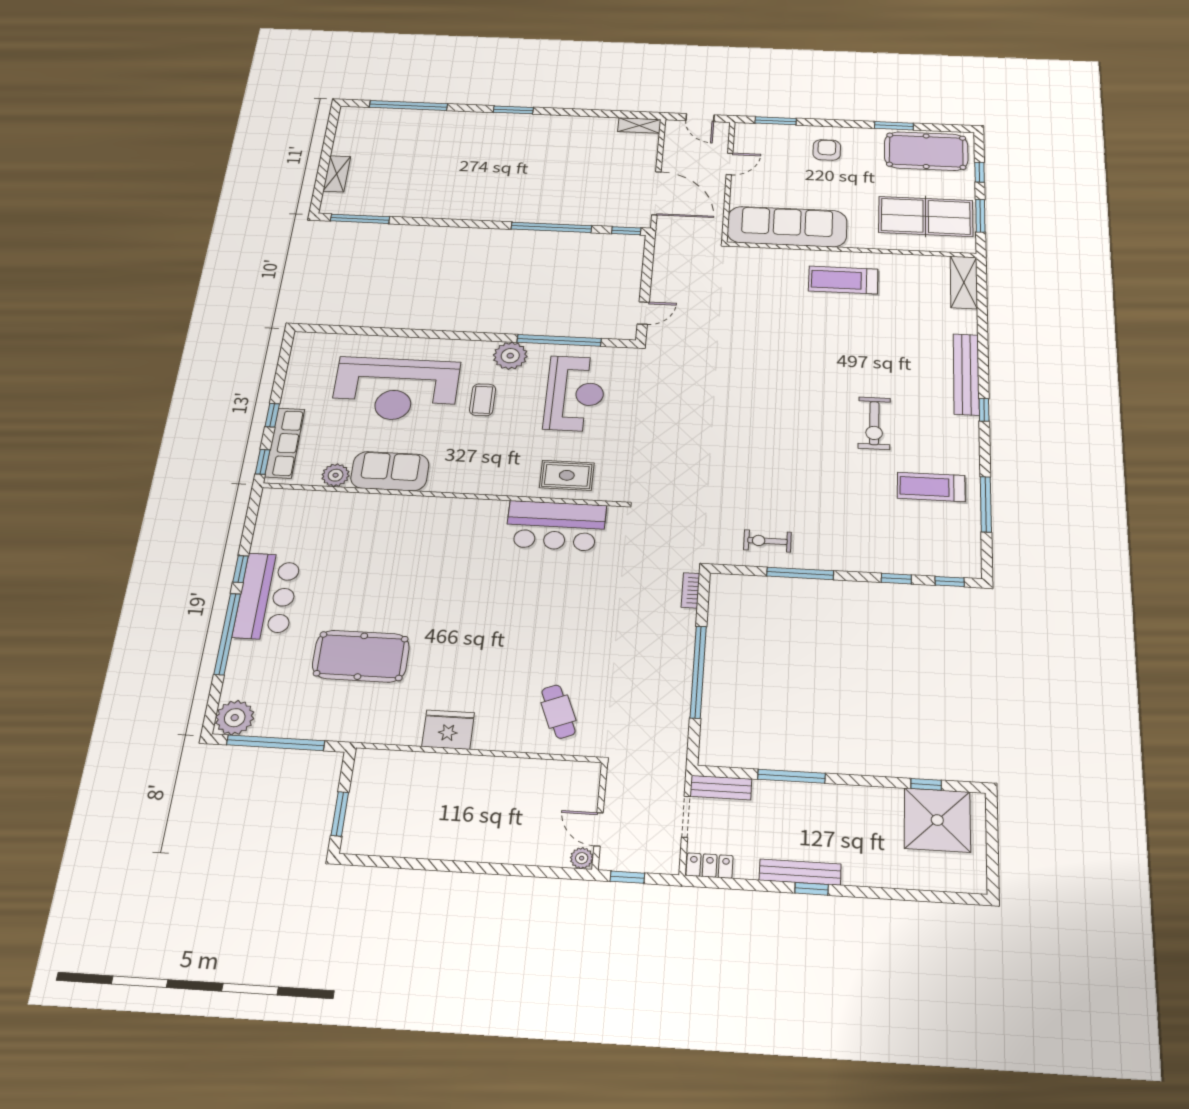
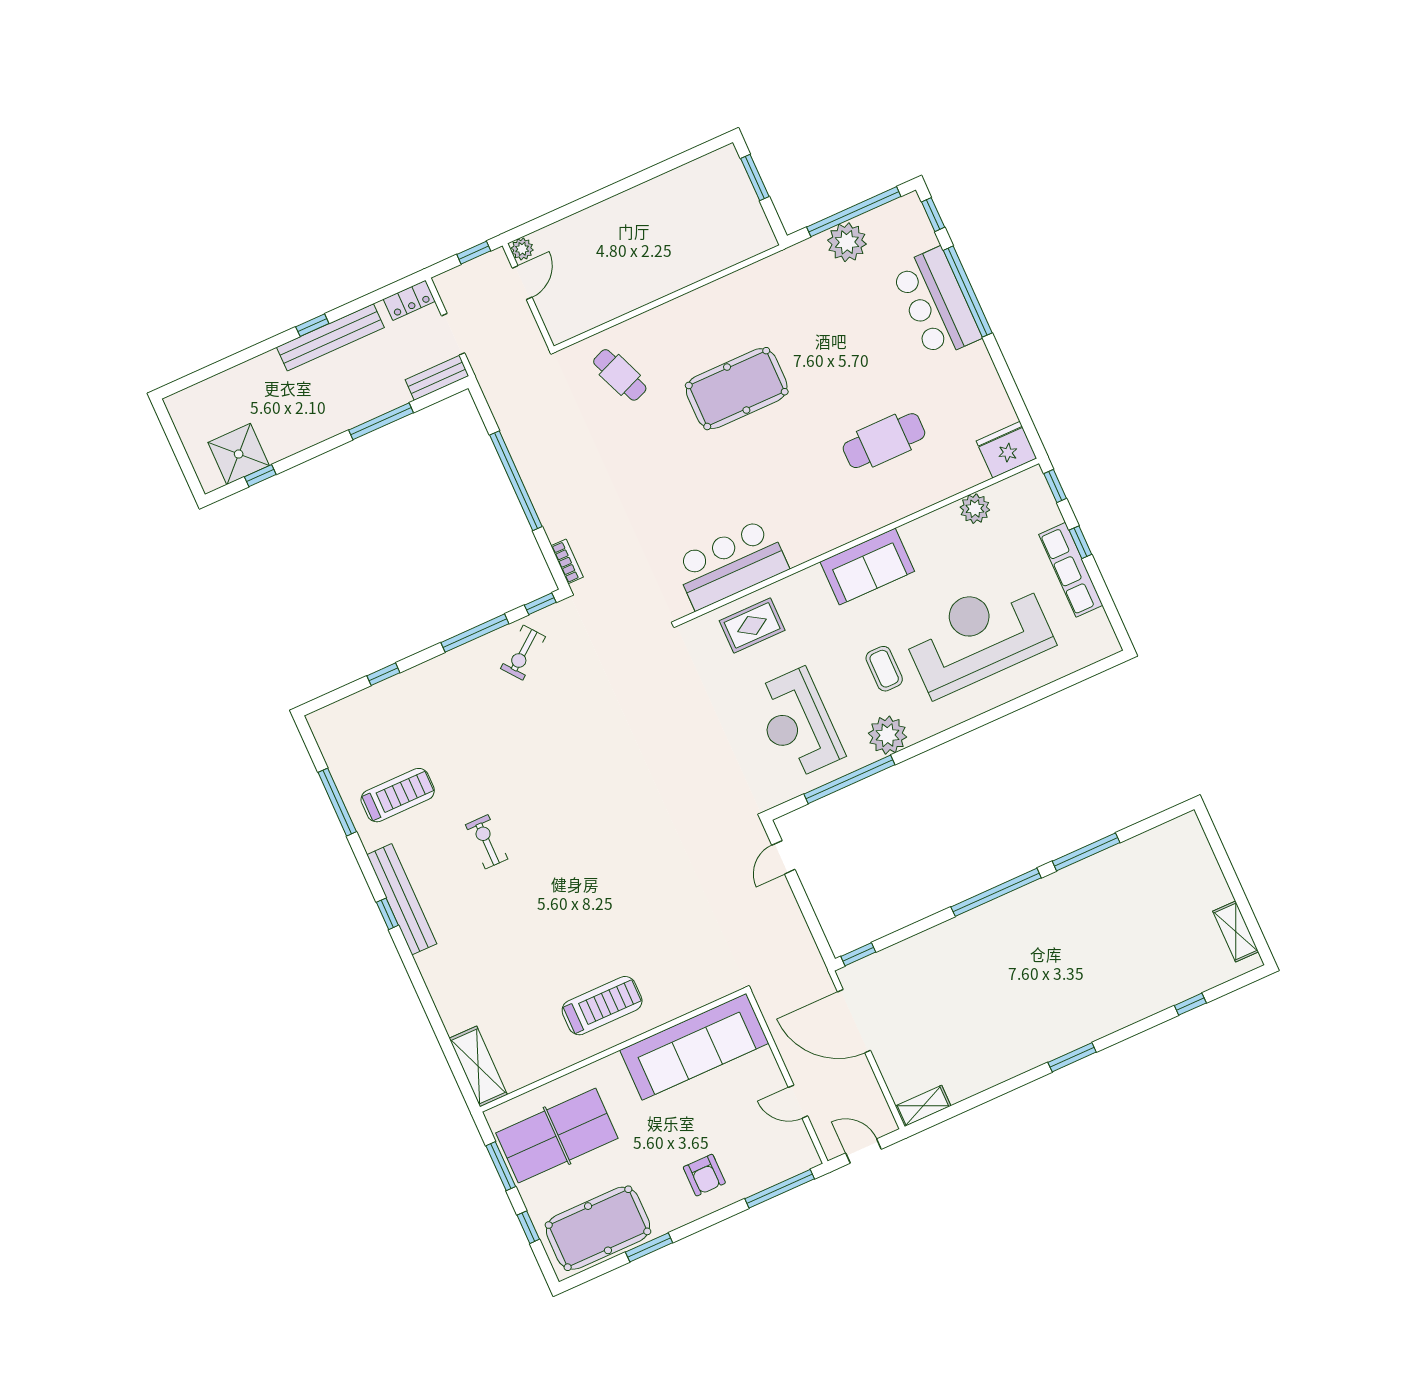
window: (408, 105) -> (1190, 1004), width x0.32
window: (776, 121) -> (780, 1189), width x1.44
door: (730, 164) -> (798, 1102), hinge flipped
shelving: (337, 174) -> (1236, 932), moved
window: (360, 219) -> (1086, 852), moved
window: (551, 227) -> (996, 892), moved
bench: (966, 374) -> (402, 899), moved
exercise bike: (874, 423) -> (487, 842), width x0.73, depth x0.72
row of seats: (285, 443) -> (1071, 570), moved
sofa: (390, 471) -> (867, 567), moved
exercise bike: (767, 541) -> (523, 653), turned 142
cafe table: (373, 557) -> (884, 441), added
window: (241, 569) -> (933, 215), moved
window: (950, 582) -> (540, 604), moved
bar counter: (267, 596) -> (936, 303), moved
pool table: (361, 656) -> (737, 389), moved
plant: (235, 718) -> (847, 242), moved
fridge: (448, 730) -> (1006, 450), moved, turned 180
shower: (937, 820) -> (239, 454), width x0.73, depth x0.73
door: (599, 829) -> (522, 283), hinge flipped
bench: (800, 872) -> (330, 337), width x1.37, depth x1.21

